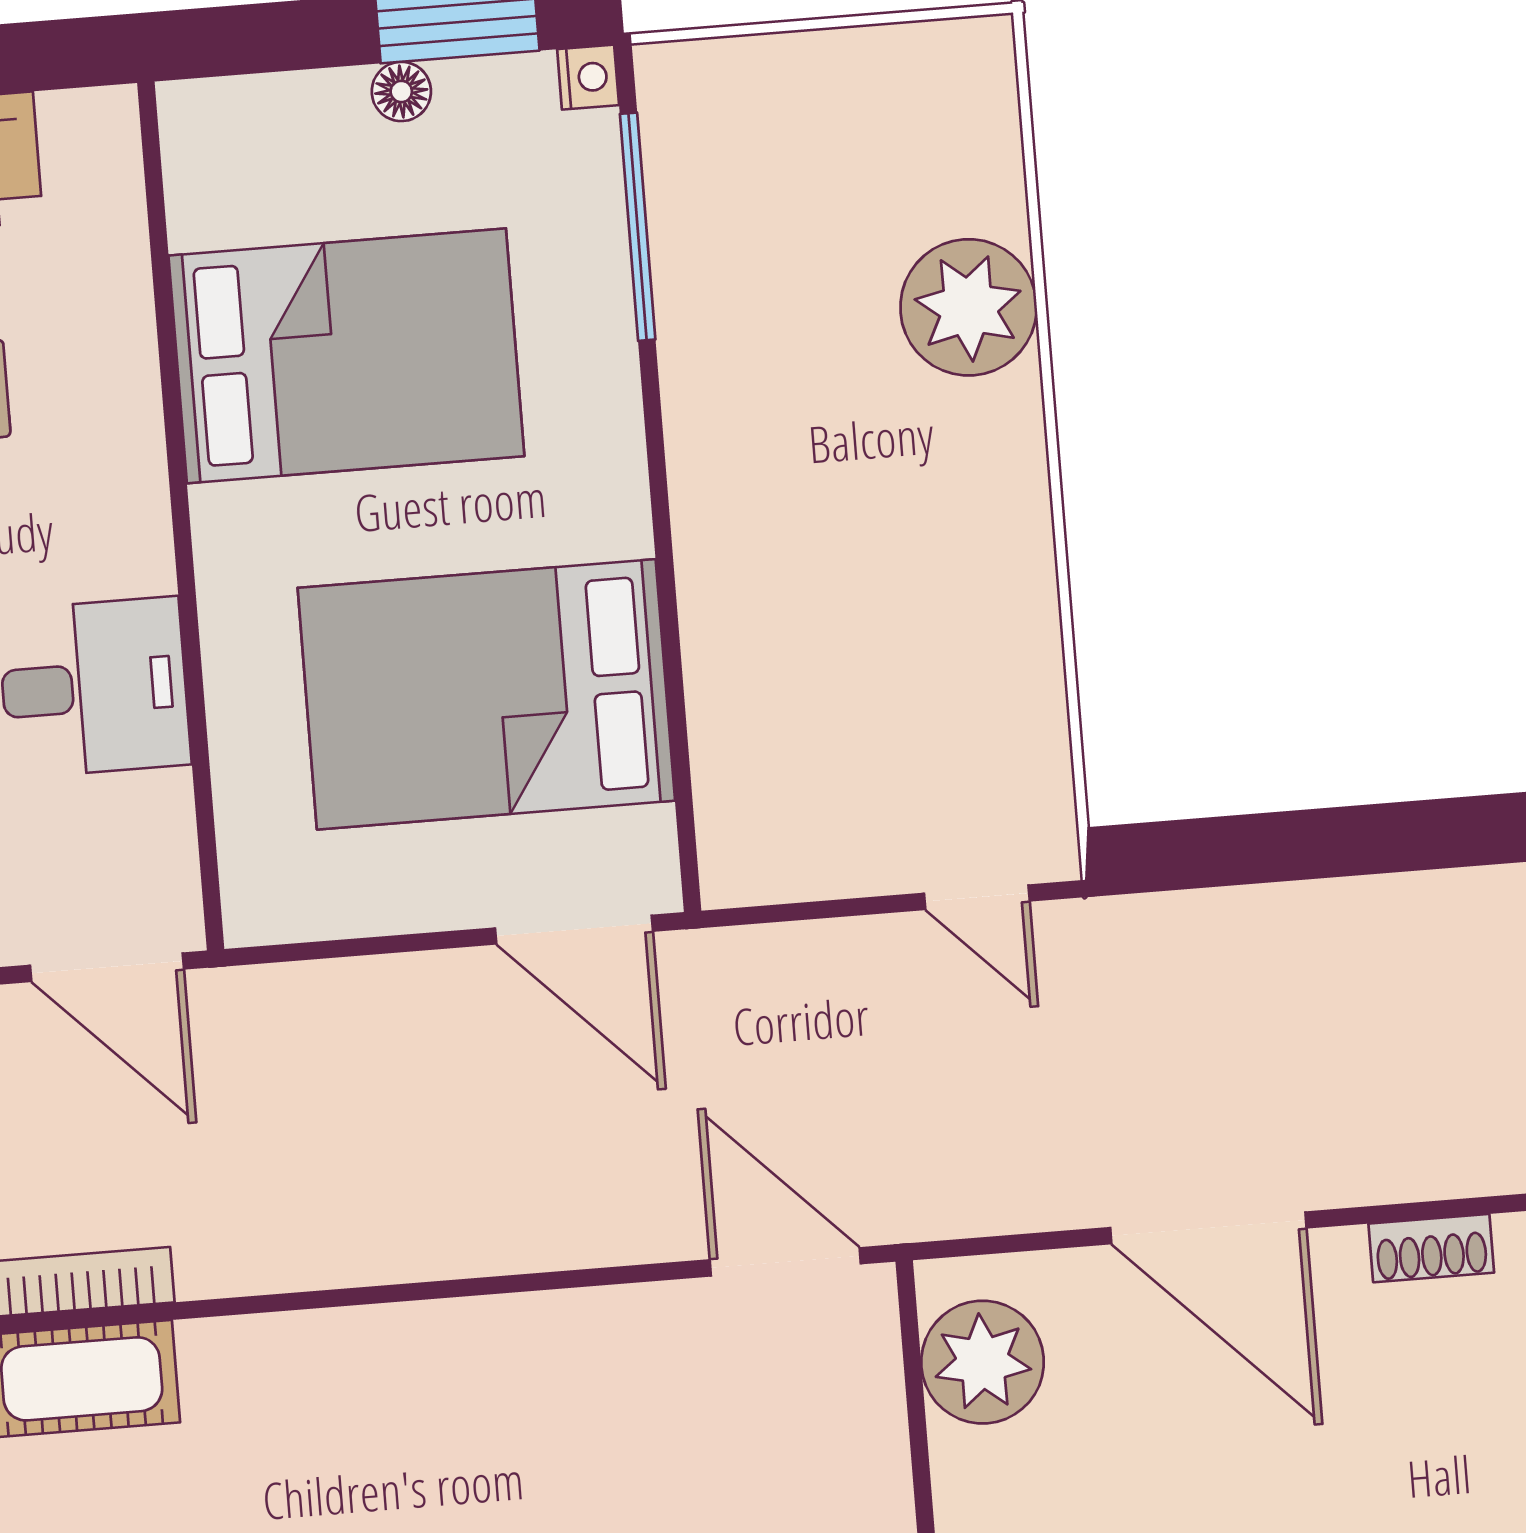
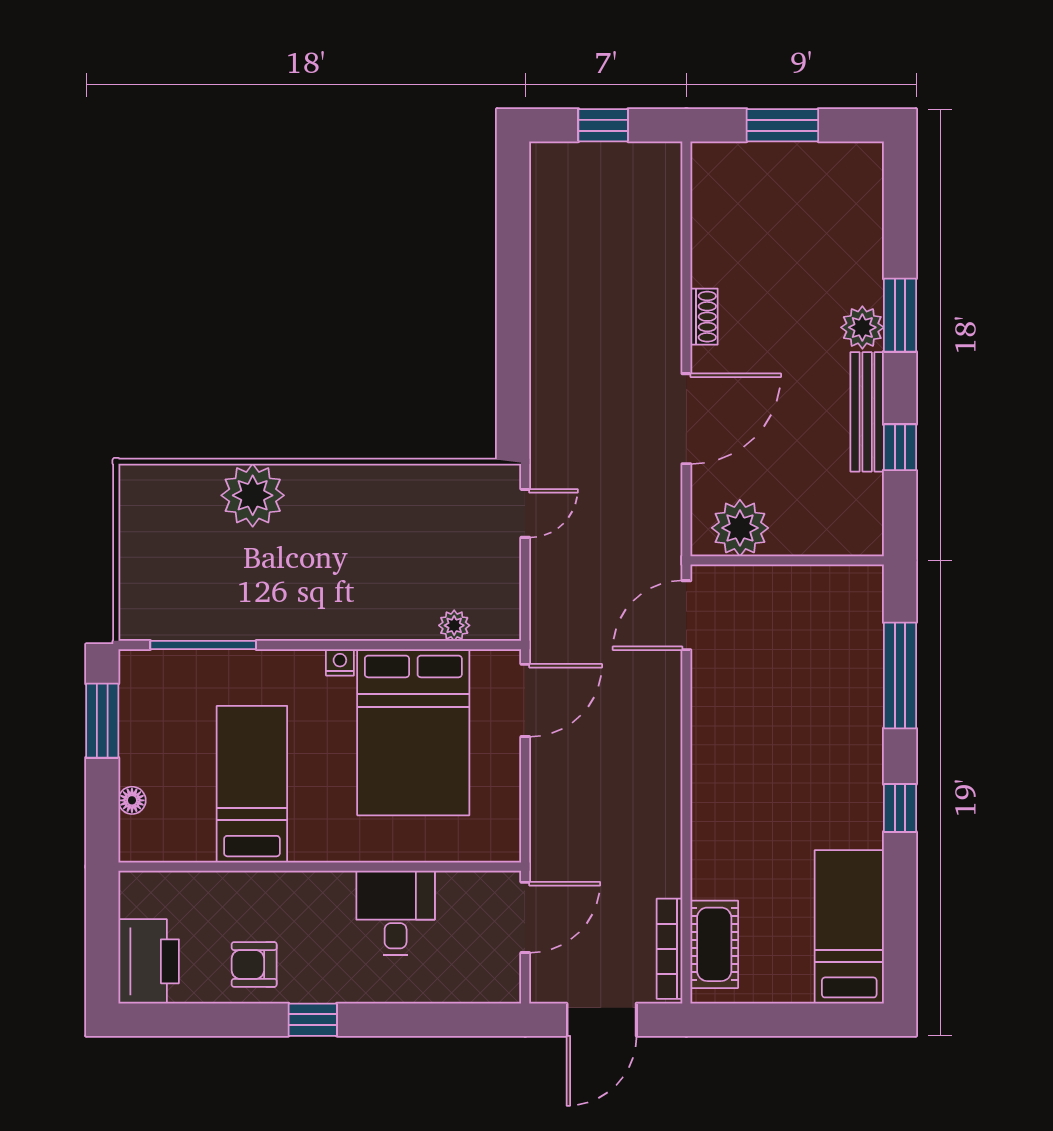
nightstand: (588, 77) -> (340, 662), moved
floor lamp: (401, 91) -> (132, 800), moved
bed: (346, 356) -> (252, 784), width x0.67
plant: (723, 764) -> (454, 625), added

